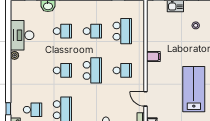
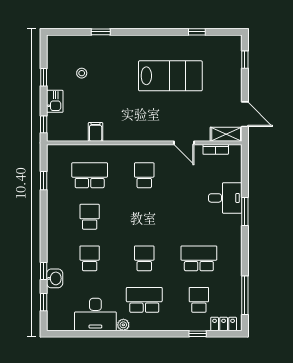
filing cabinet: (153, 57) -> (96, 132), moved
school desk: (92, 70) -> (144, 300), moved
lab bench: (194, 89) -> (170, 76), turned 180
door: (146, 99) -> (184, 143), hinge flipped

